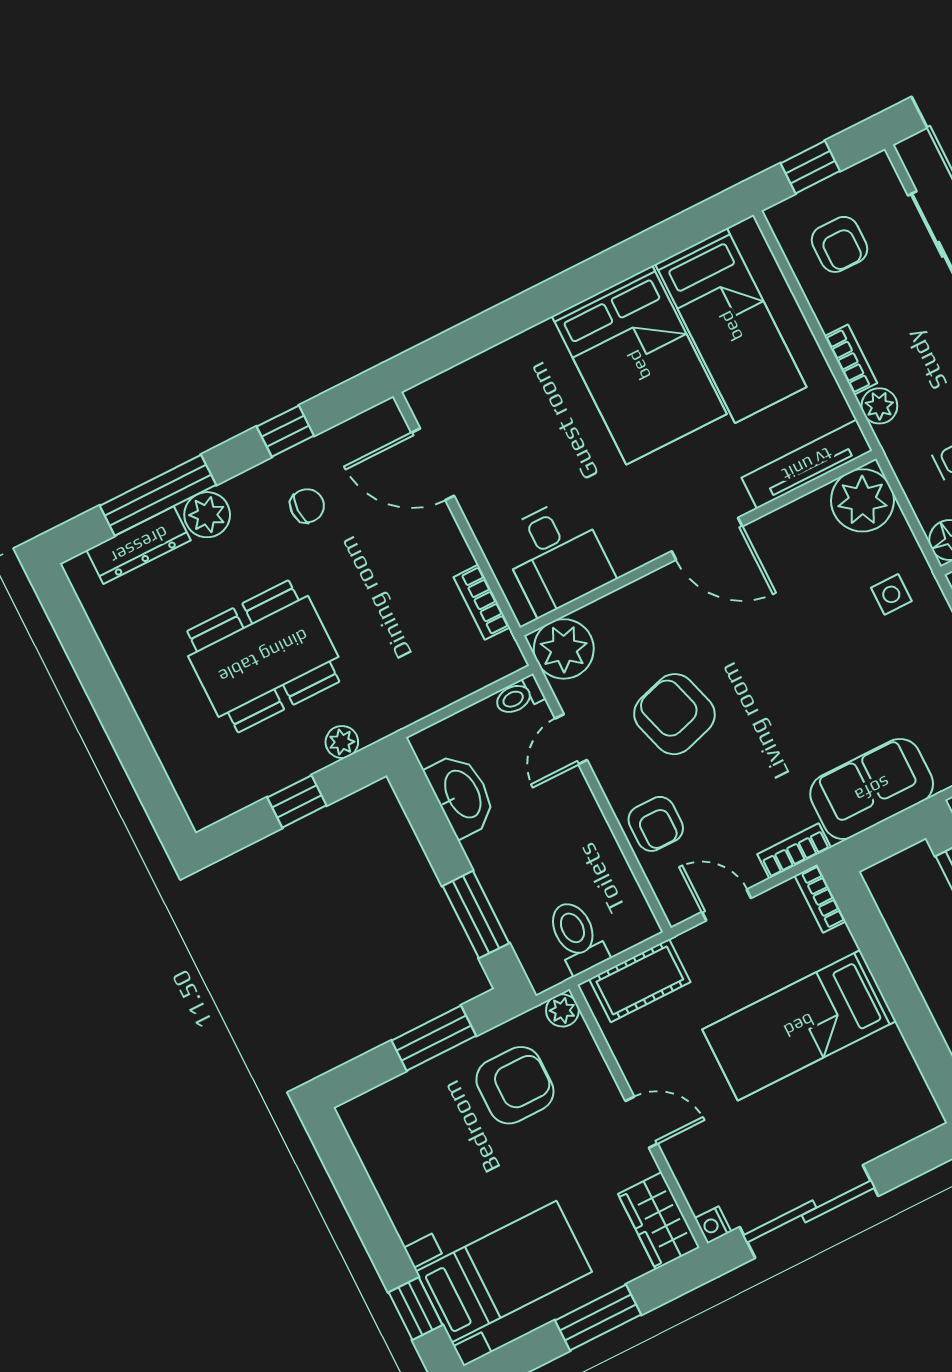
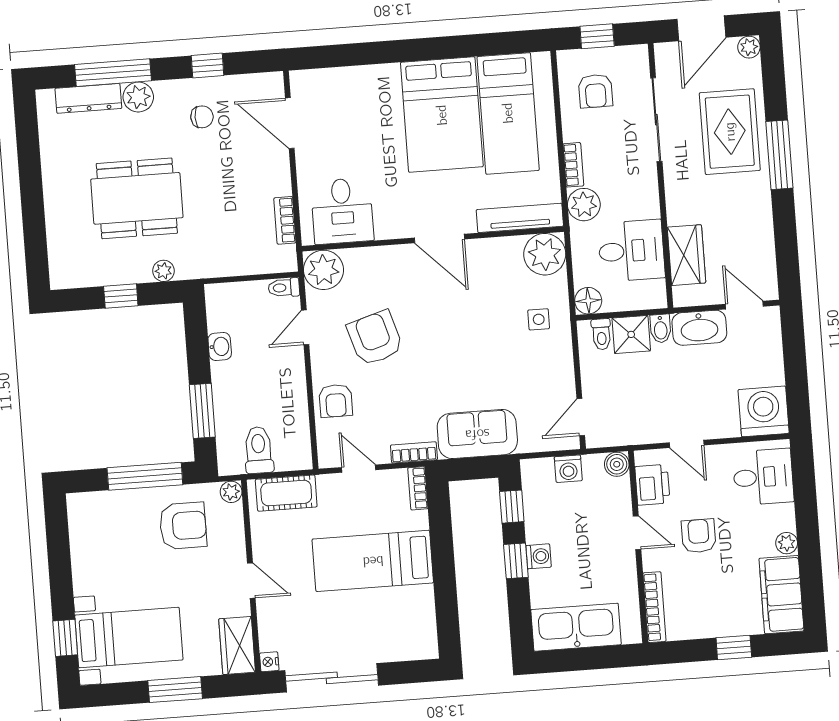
plant: (879, 406) -> (584, 205), width x1.38, depth x1.38
washbasin: (461, 795) -> (220, 347), width x0.52, depth x0.69
window: (434, 1038) -> (145, 476), width x1.44

